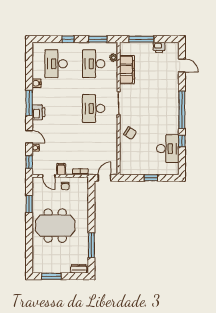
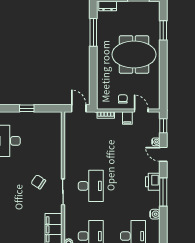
chair: (130, 133) -> (38, 182), moved
door: (104, 178) -> (79, 108), swing flipped
window: (29, 204) -> (163, 30), moved

